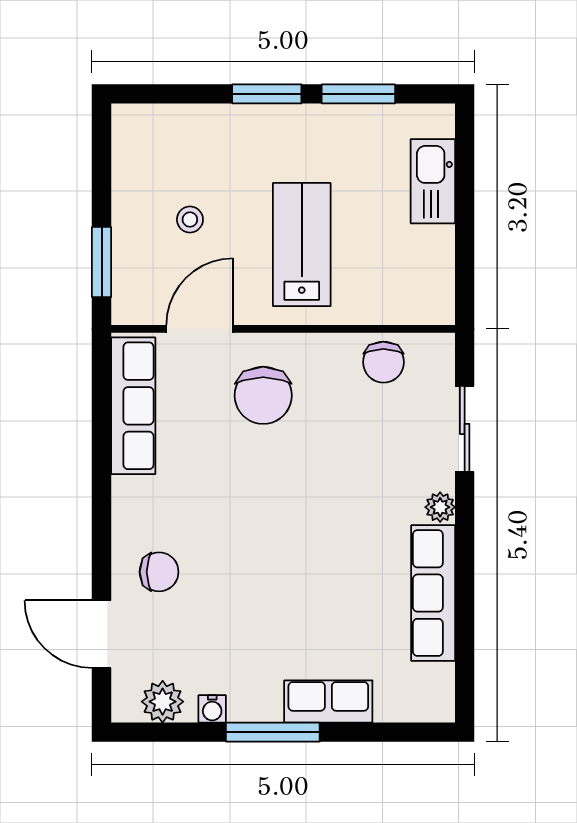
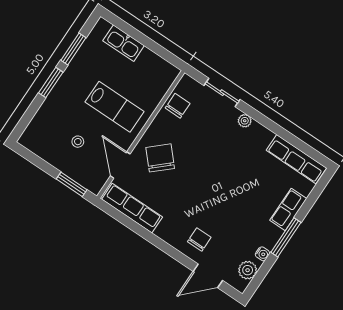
lab bench: (302, 245) -> (115, 107), turned 180
chair: (383, 362) -> (178, 106), turned -90
chair: (263, 395) -> (160, 158), turned -132
row of seats: (433, 593) -> (296, 159), moved

